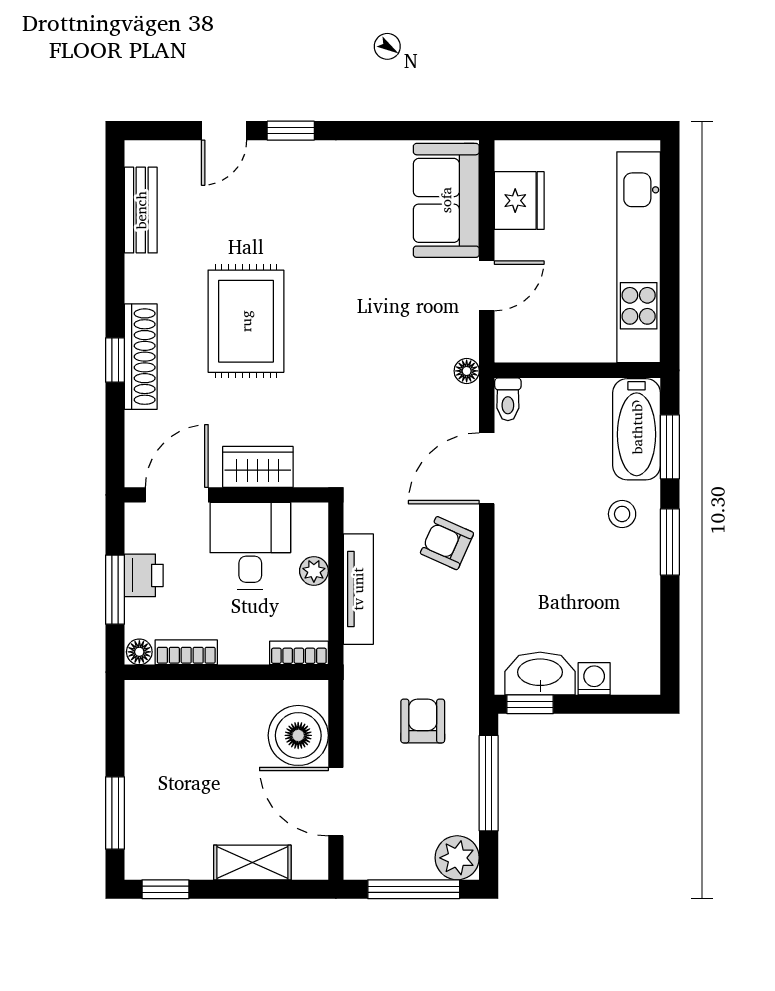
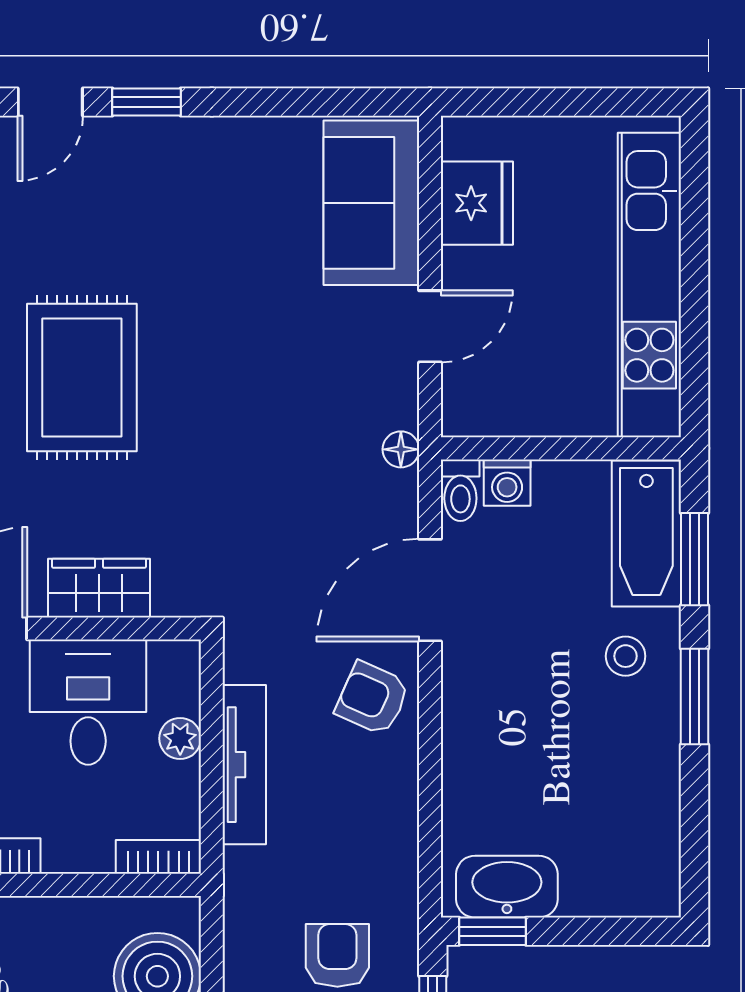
washing machine: (594, 679) -> (507, 483), moved, turned 180

